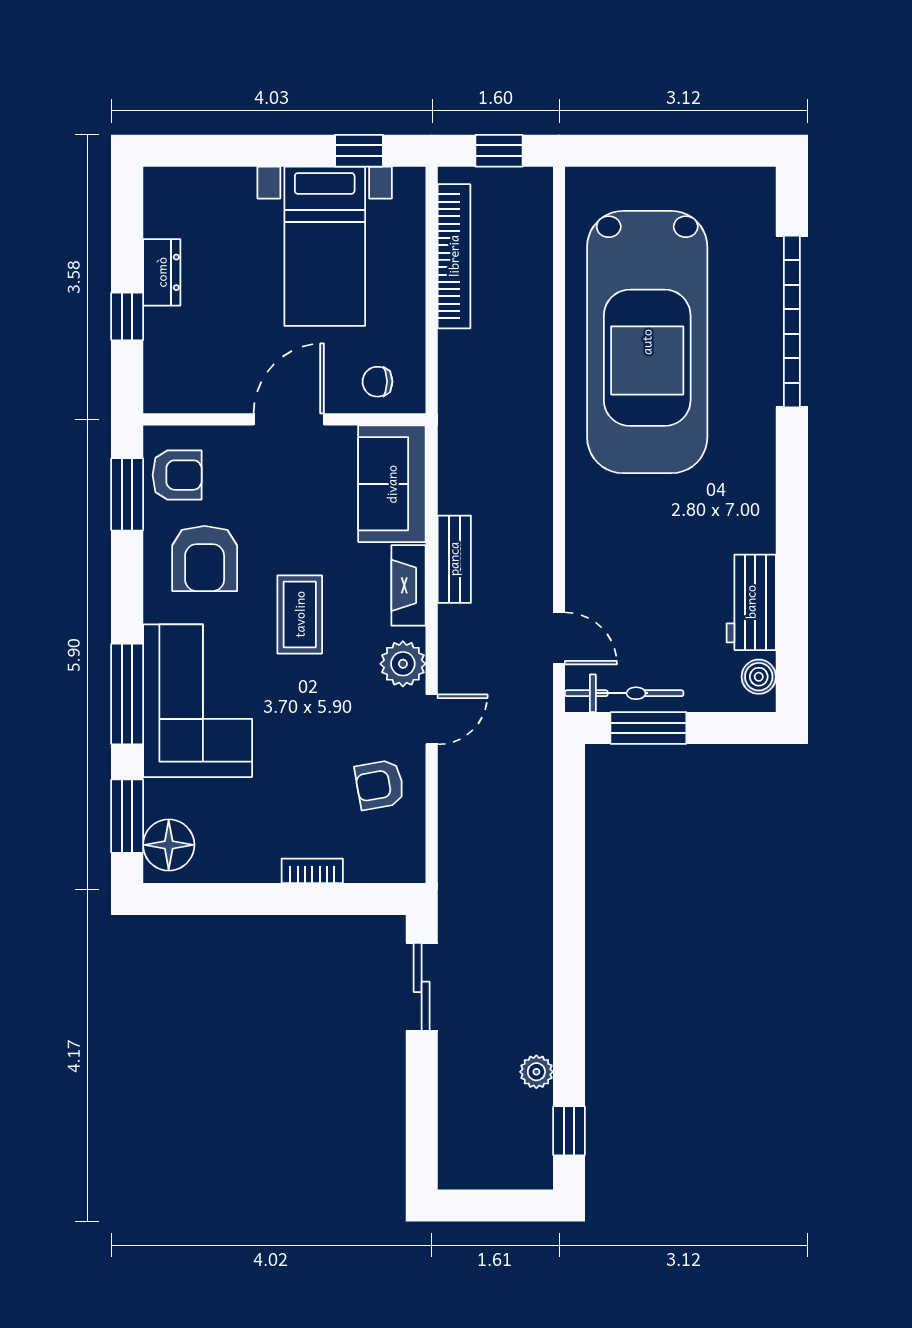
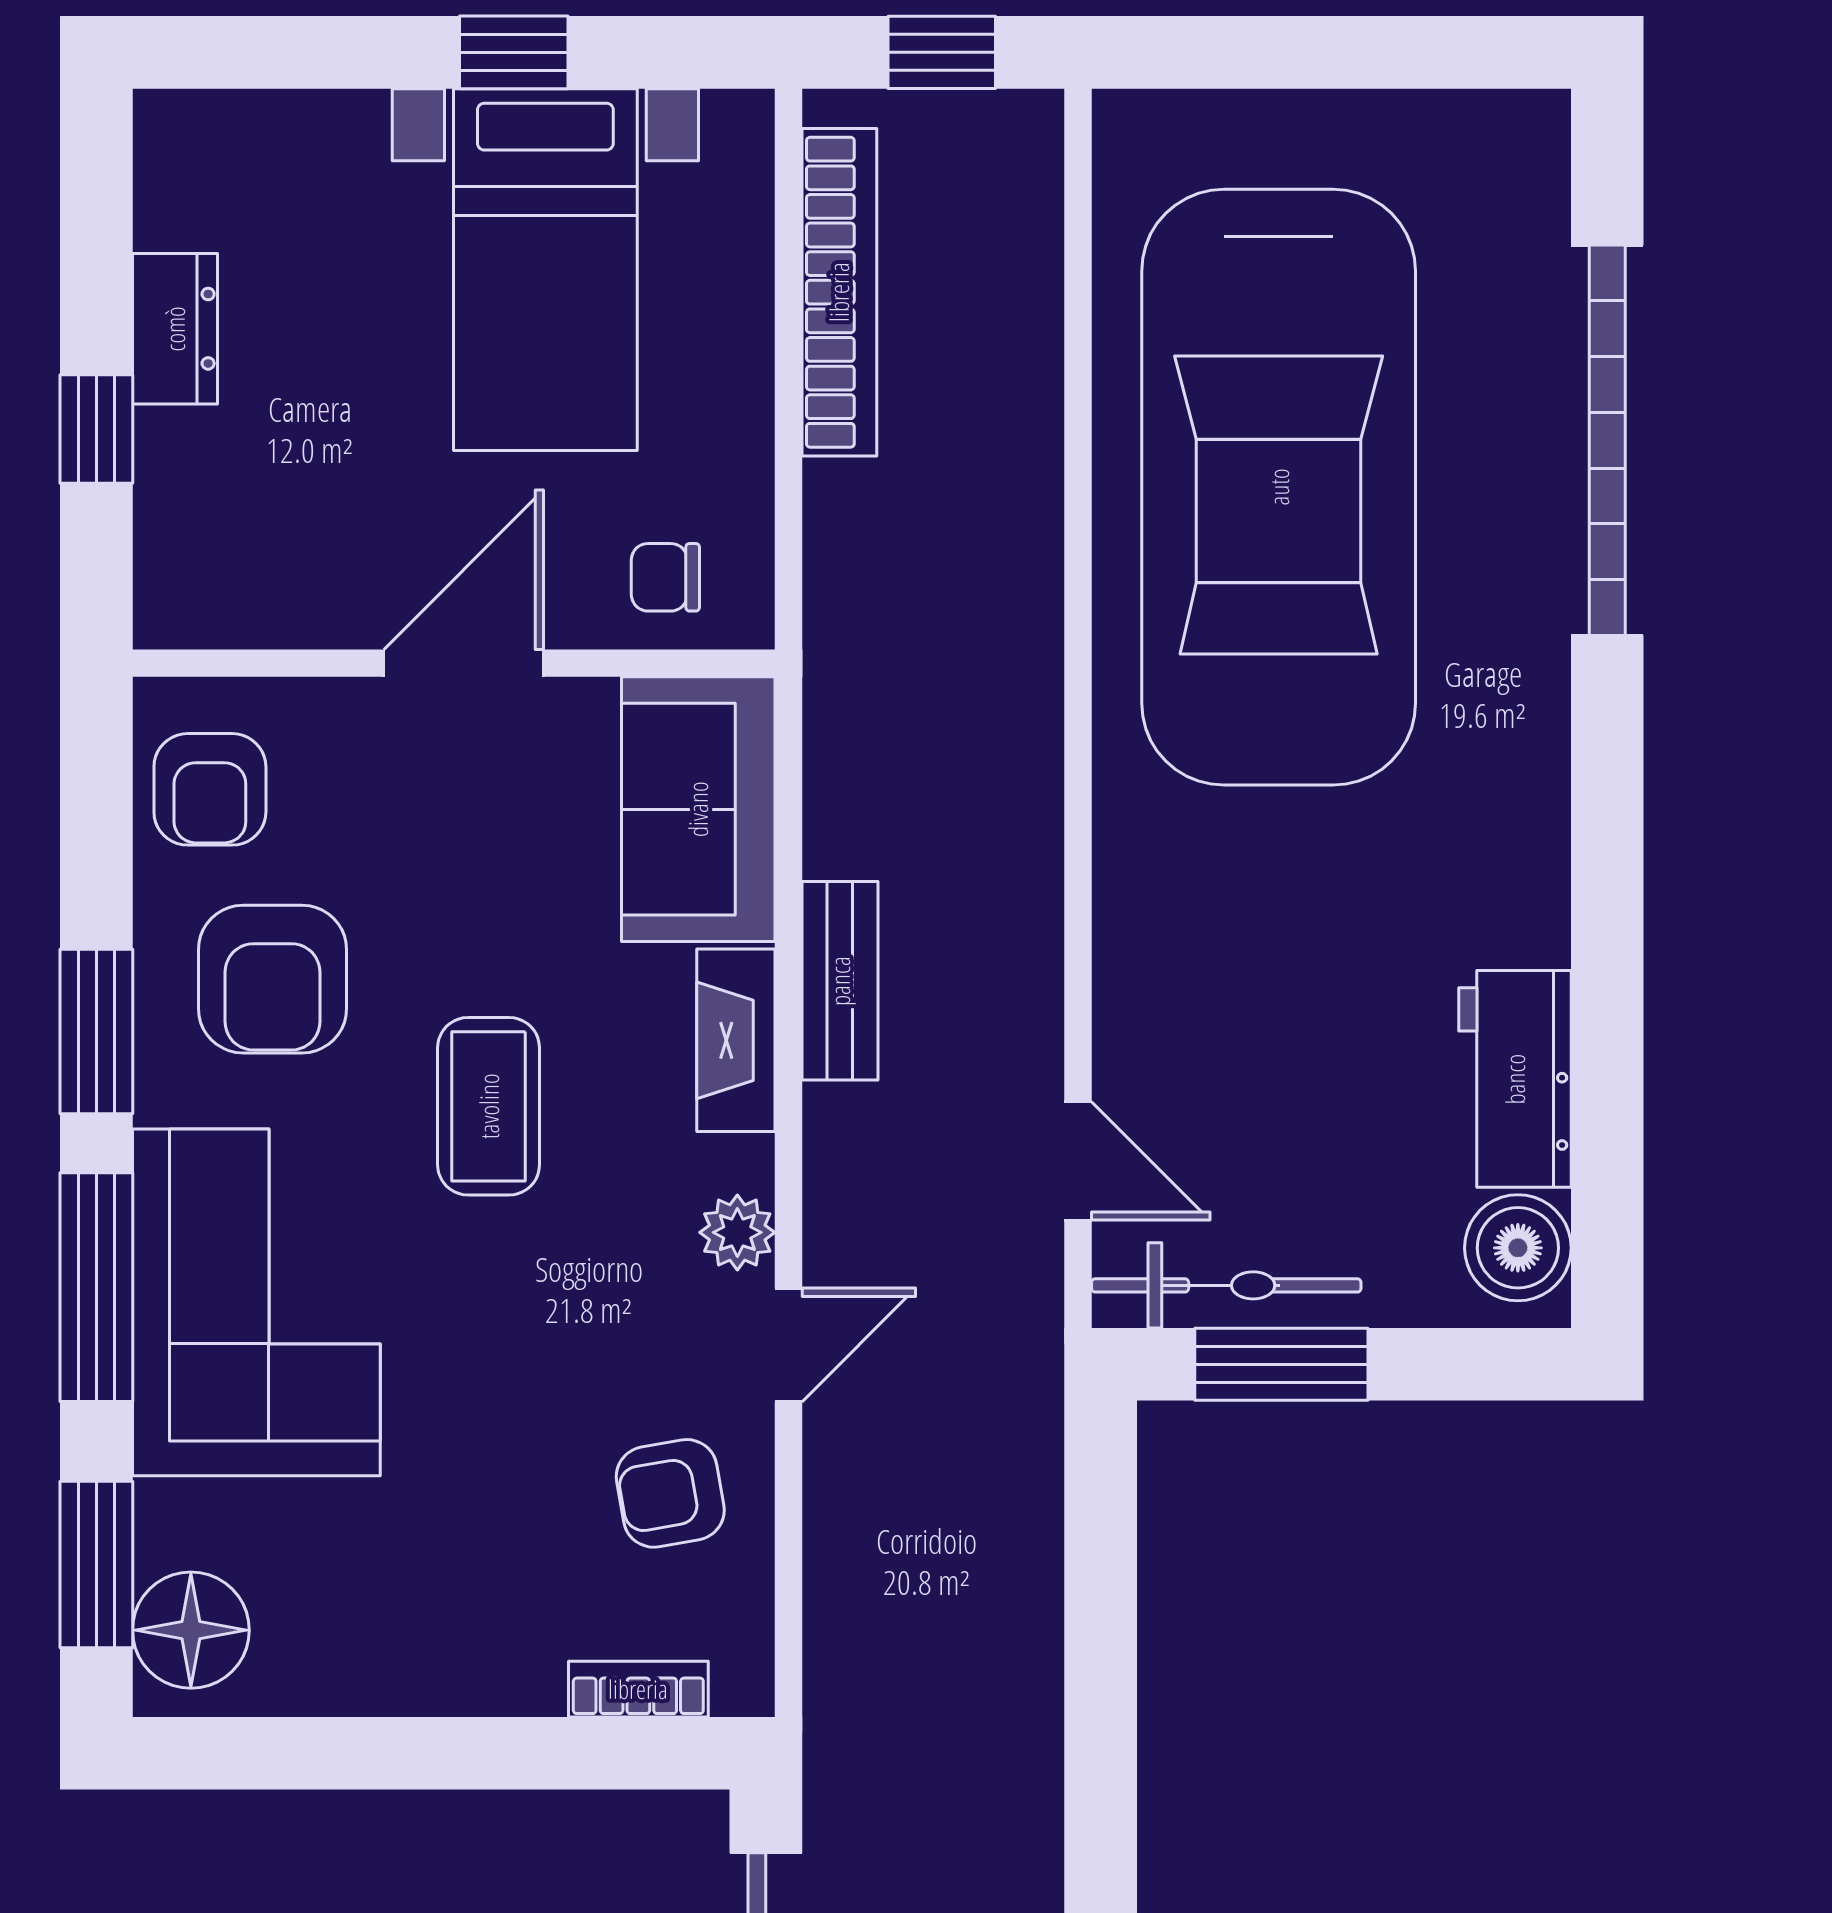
window: (359, 151) -> (514, 52), moved
armchair: (177, 475) -> (210, 789), turned 90
window: (127, 494) -> (96, 1031), moved
plant: (403, 664) -> (737, 1232), width x0.73, depth x0.73
boiler: (759, 677) -> (1518, 1248), width x1.36, depth x1.36
bookcase: (312, 871) -> (638, 1689), moved

